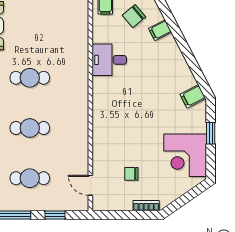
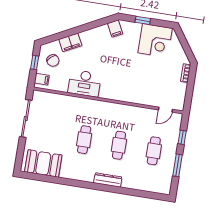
filing cabinet: (160, 30) -> (70, 42), width x2.00
desk: (109, 60) -> (85, 83), width x1.37
chair: (131, 174) -> (162, 80), removed

